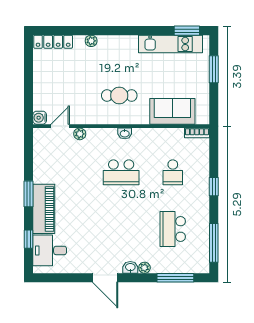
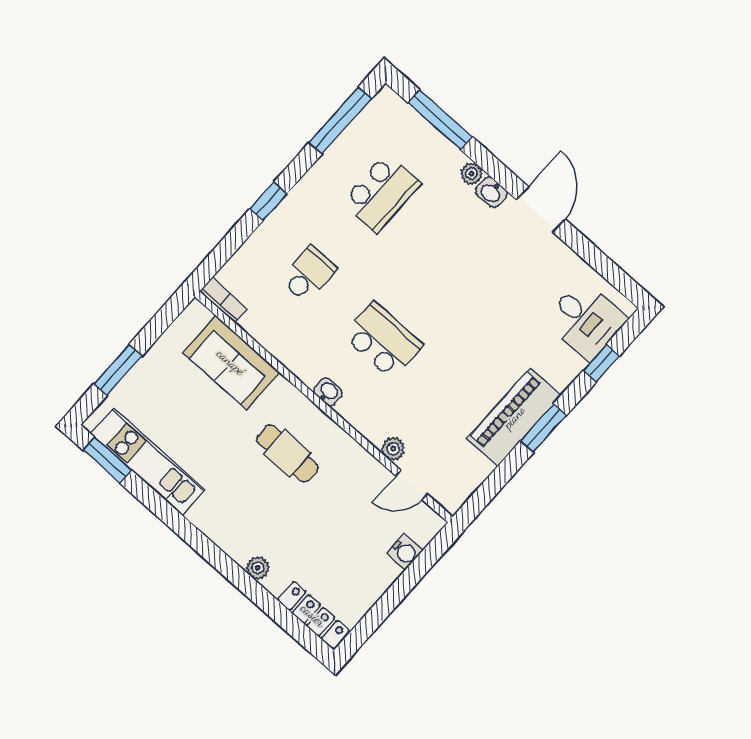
water cooler: (40, 118) -> (405, 552), moved
piano: (44, 209) -> (514, 417), moved

